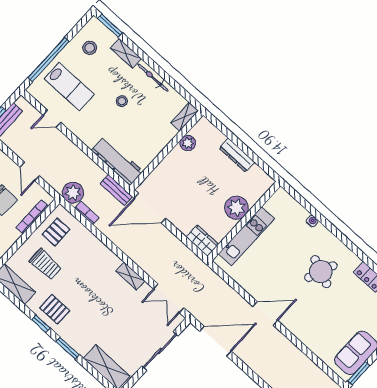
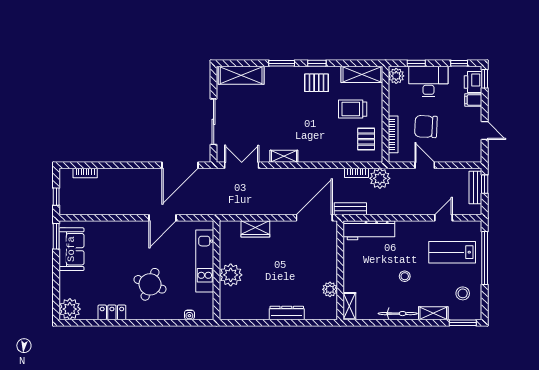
plant: (236, 208) -> (231, 275), moved
wall: (244, 221) -> (216, 270), moved
kitchen unit: (246, 236) -> (205, 261), moved

